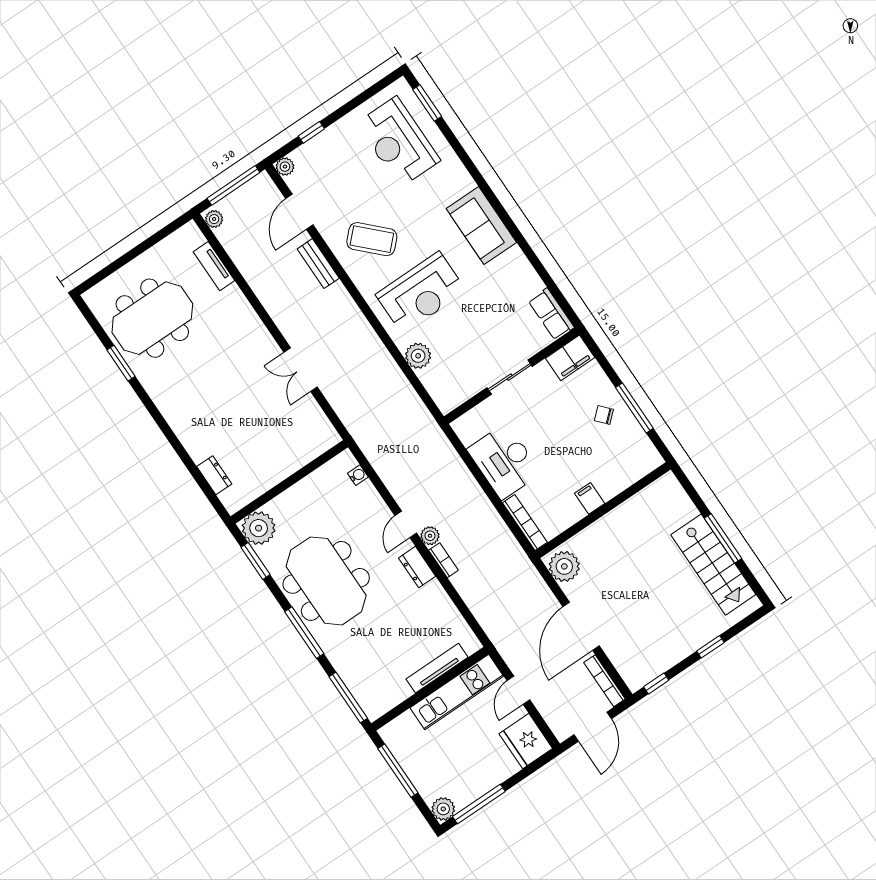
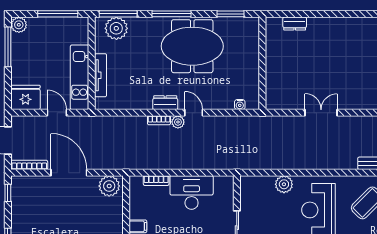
bookcase: (525, 523) -> (156, 181), width x0.64
plant: (259, 528) -> (116, 28), moved

